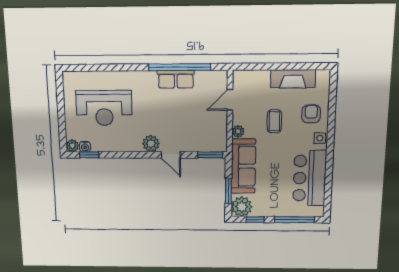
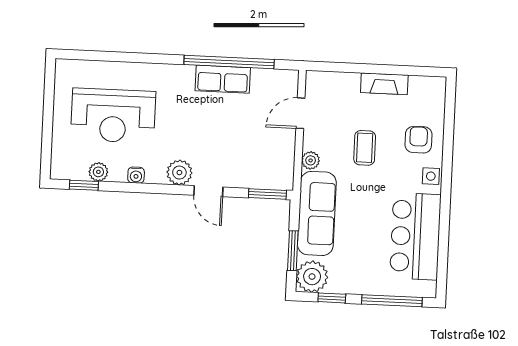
fireplace: (293, 79) -> (384, 84), width x0.73, depth x0.76
plant: (72, 146) -> (98, 172), moved
water cooler: (85, 147) -> (136, 175), moved

